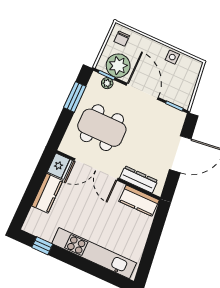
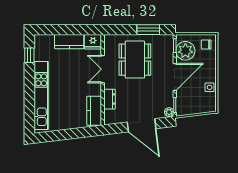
plant: (107, 83) -> (169, 112), moved
double door: (96, 169) -> (103, 69), width x0.73
dresser: (139, 179) -> (109, 99), width x0.70

